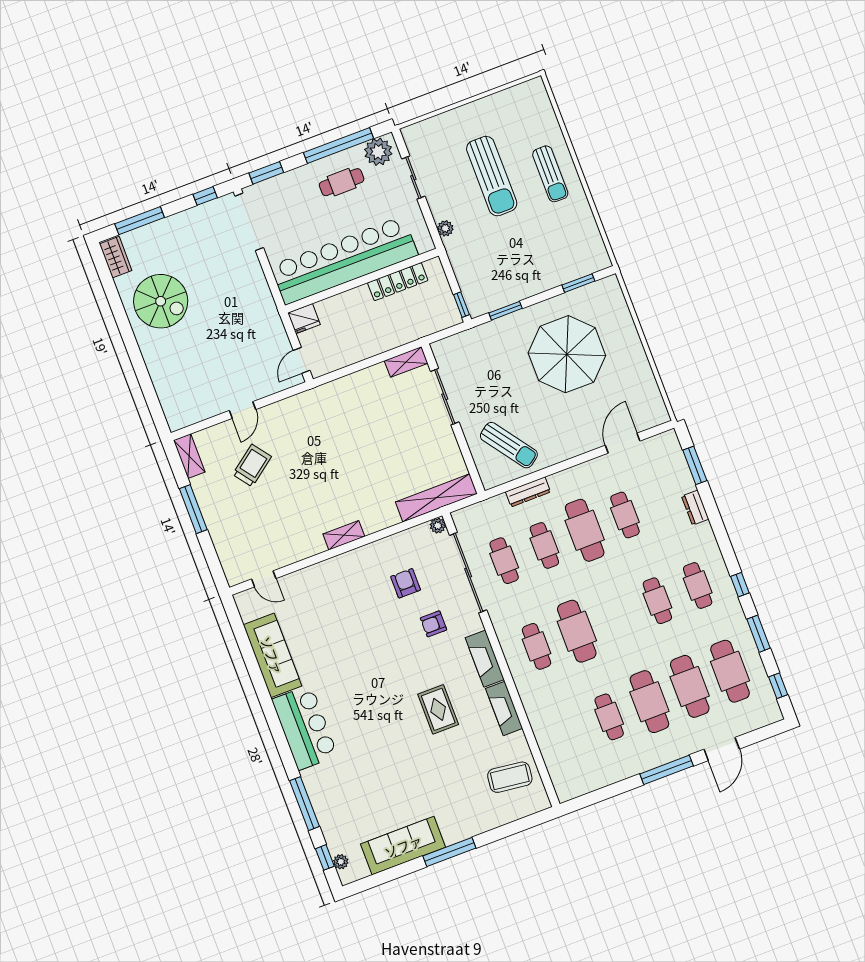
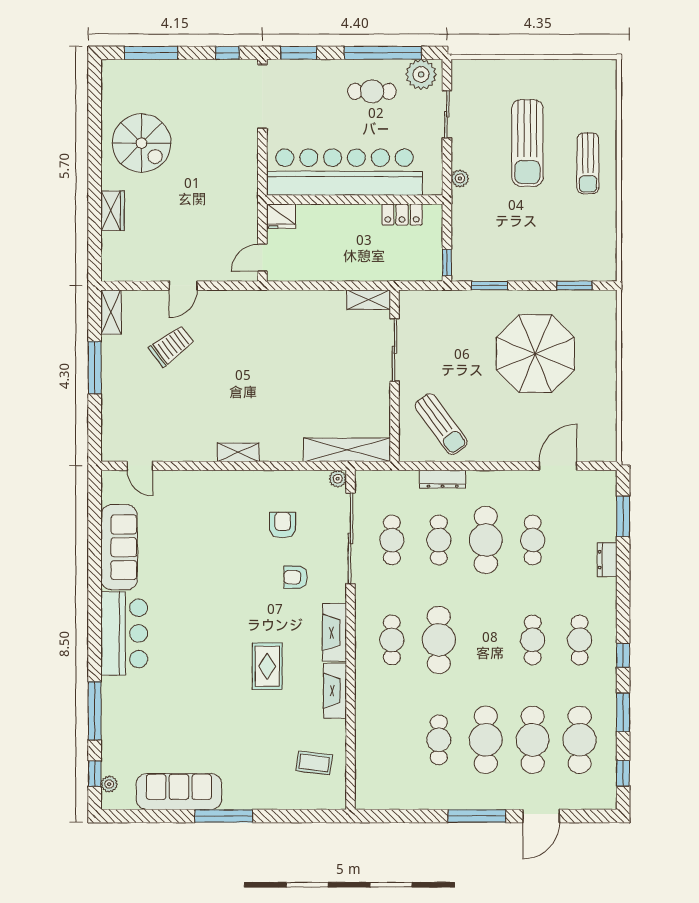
wardrobe: (116, 257) -> (113, 211), moved
locker: (398, 282) -> (402, 214), width x0.66
coffee table: (510, 777) -> (314, 763), width x0.73, depth x0.77

